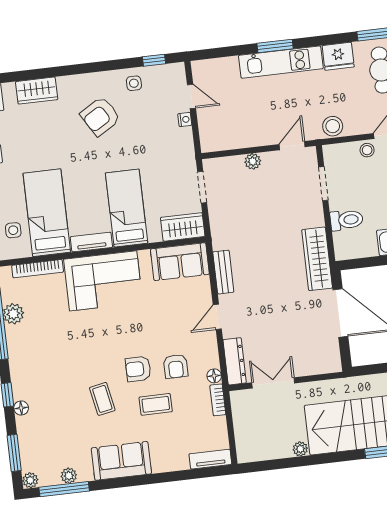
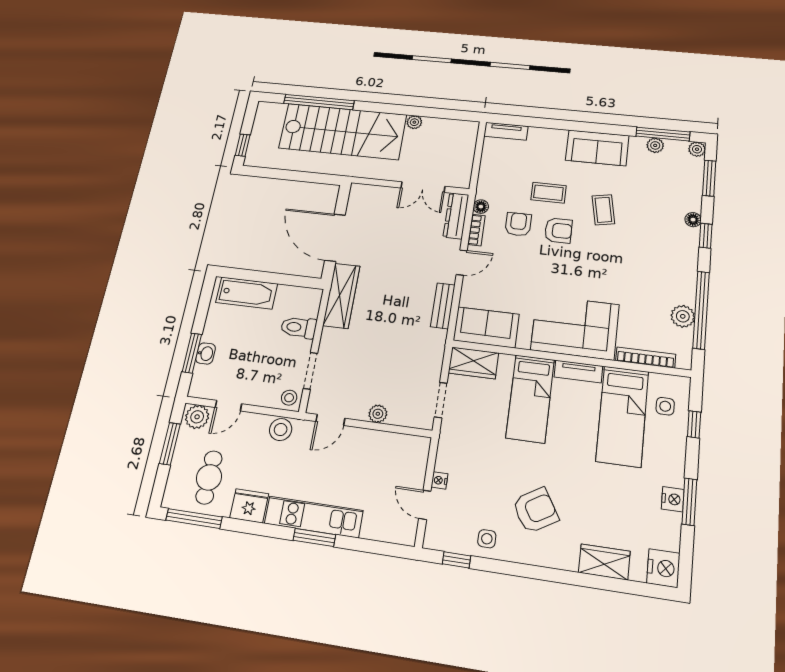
stool: (367, 150) -> (289, 398), moved
bookcase: (218, 400) -> (476, 230), moved

